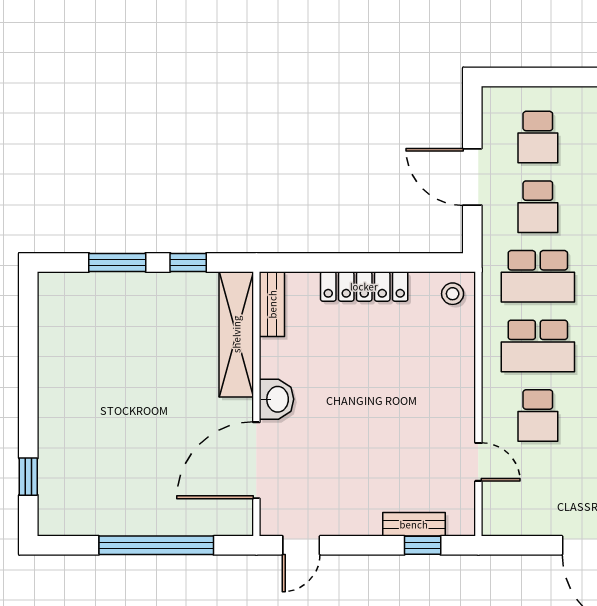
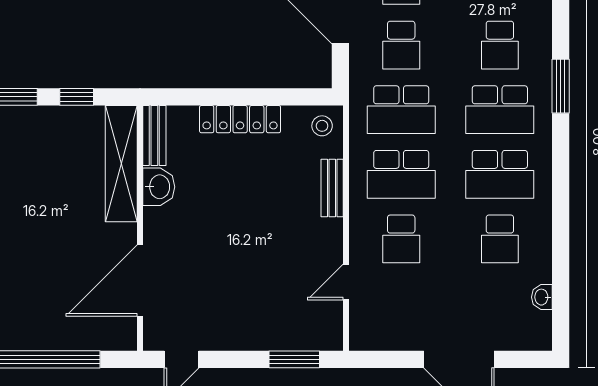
washbasin: (277, 399) -> (159, 187), moved
door: (478, 462) -> (346, 282), swing flipped
bench: (414, 524) -> (332, 188), moved, turned 90
window: (423, 545) -> (294, 359), width x1.50

